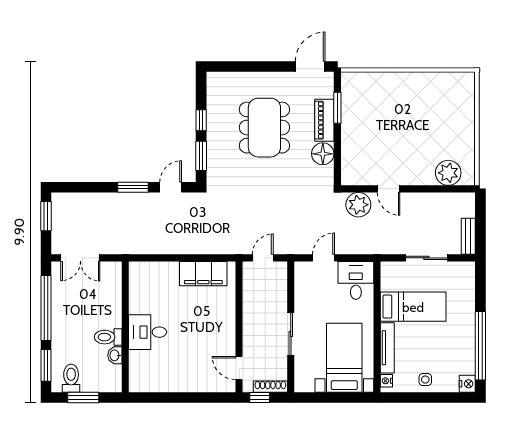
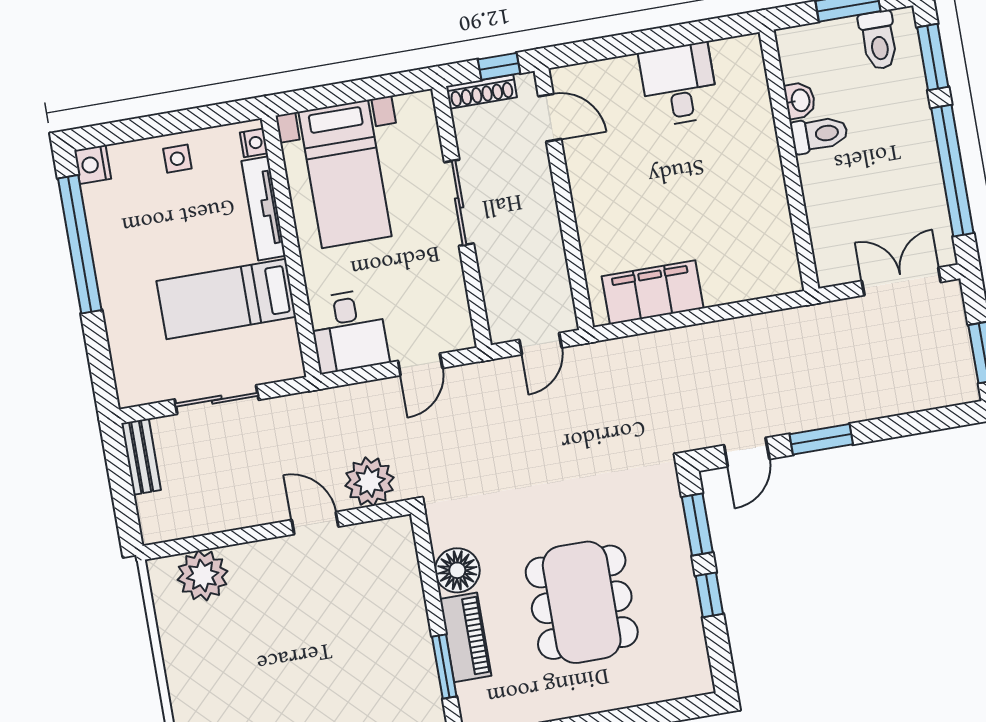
desk: (148, 332) -> (679, 84), moved, turned -90

